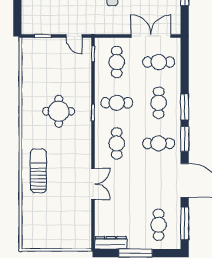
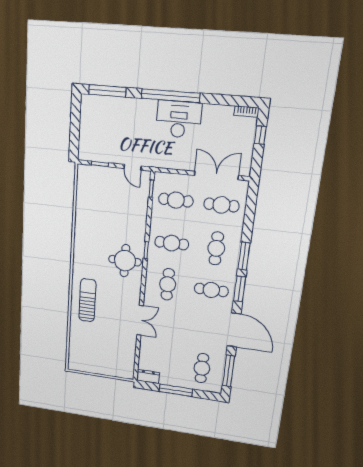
cafe table: (117, 62) -> (176, 200), turned 90
round table: (59, 111) -> (125, 261), moved
dresser: (111, 243) -> (148, 376), width x0.70

